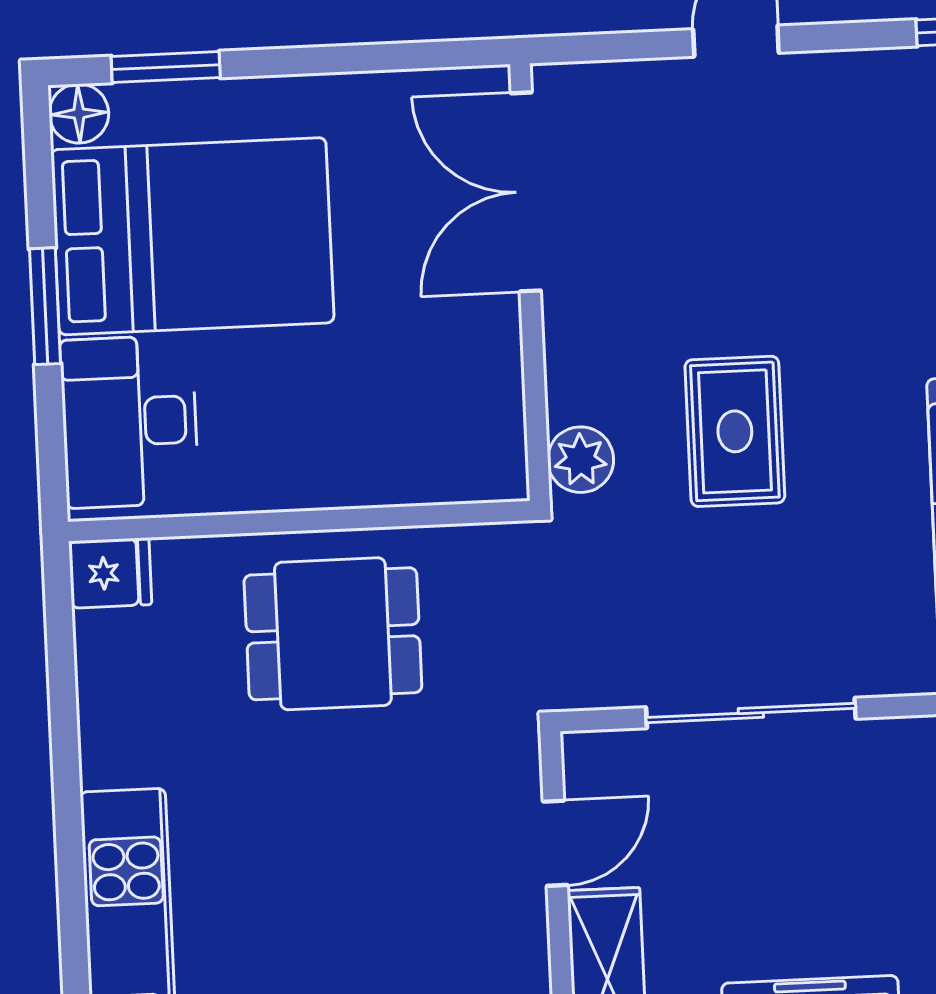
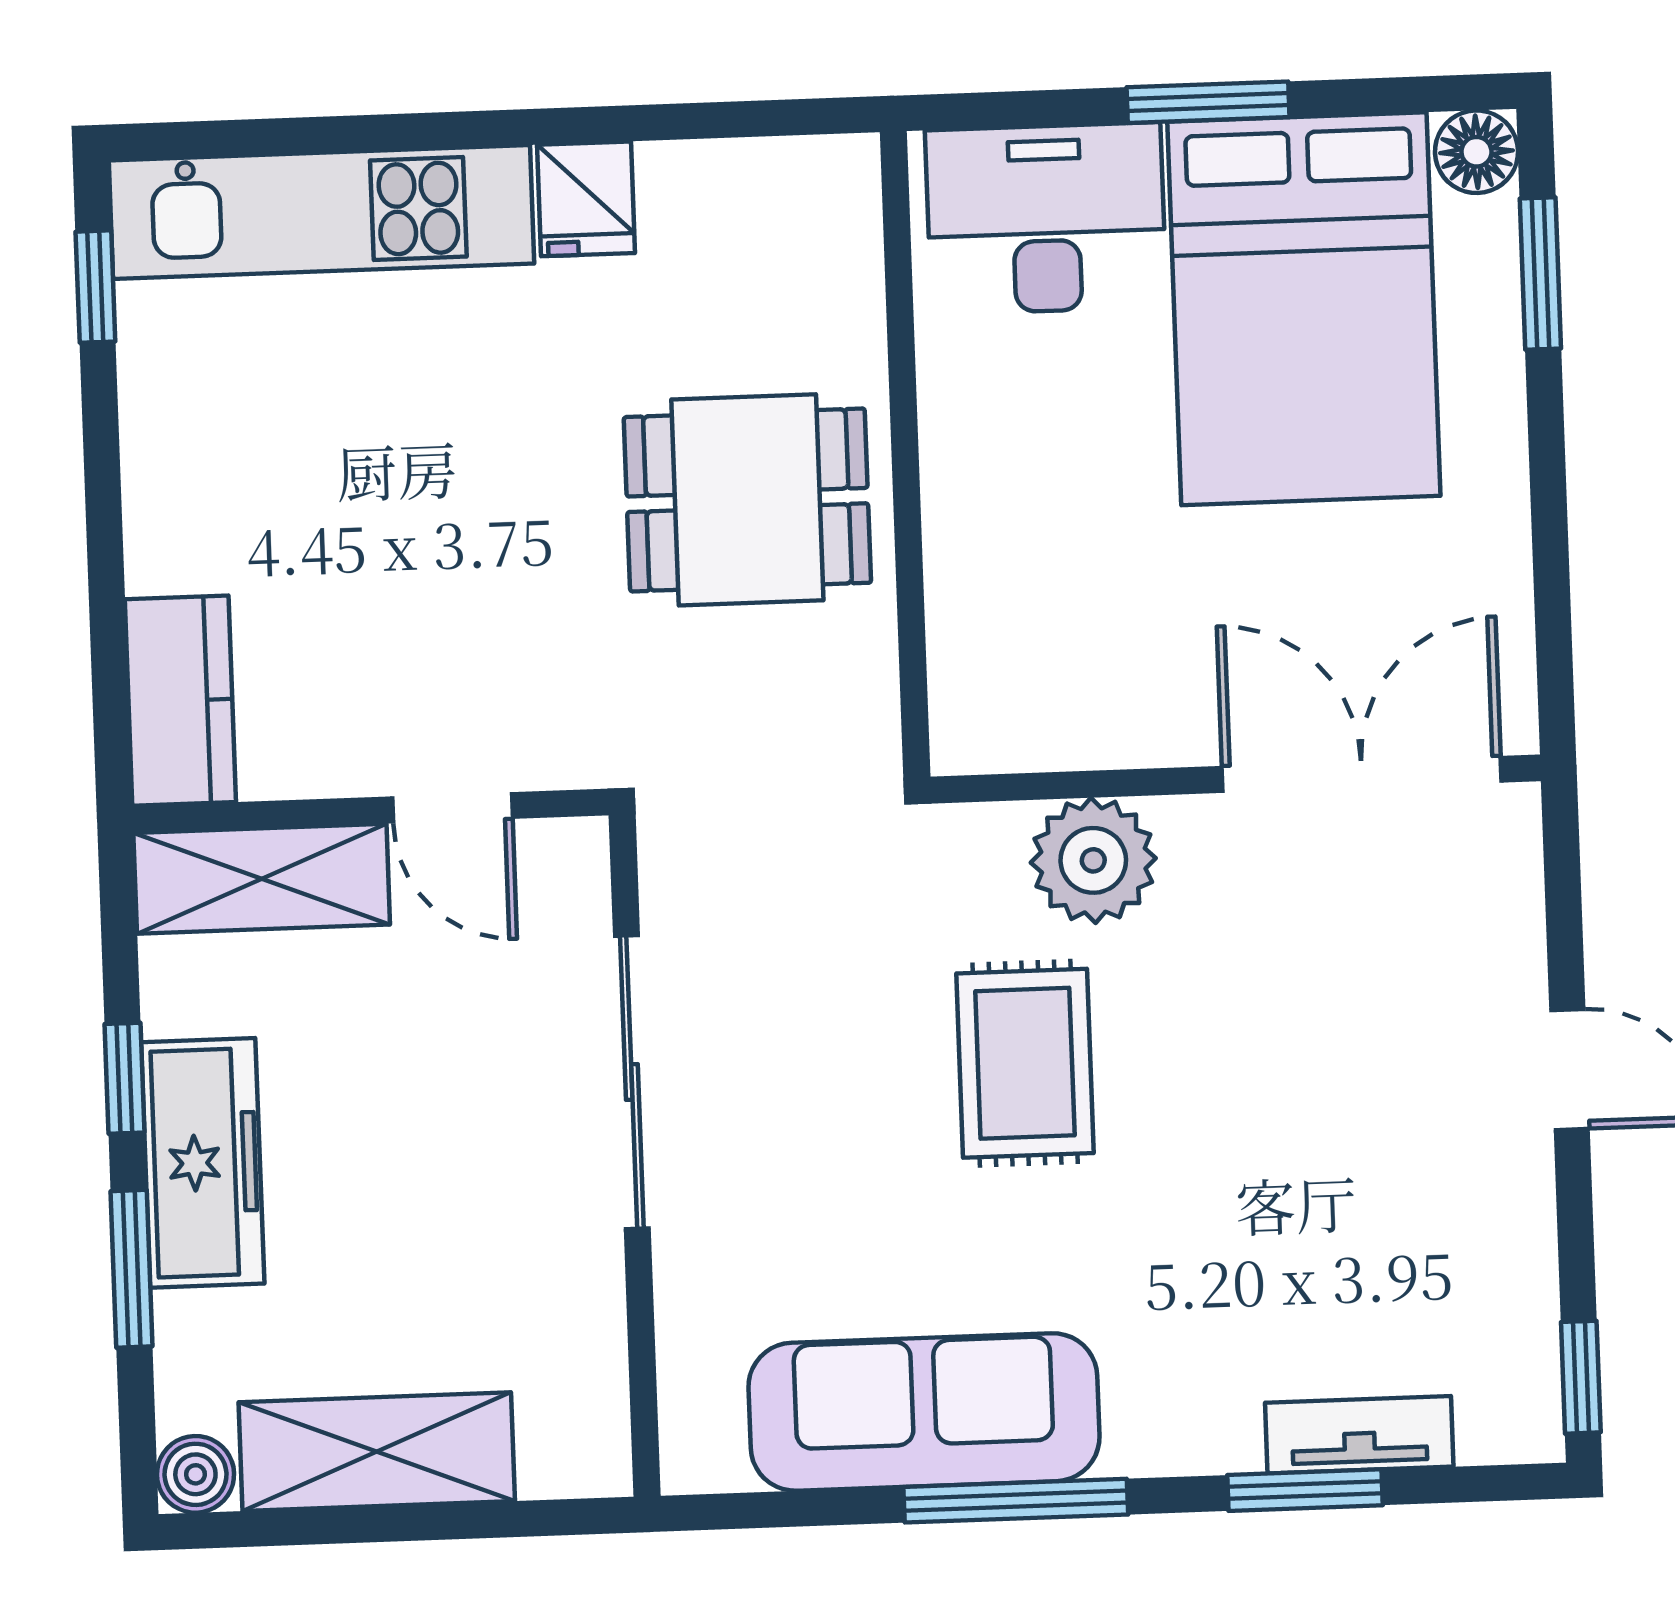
rug: (735, 431) -> (1025, 1063), turned 90
plant: (581, 460) -> (1093, 860), moved, width x1.36, depth x1.36
fridge: (110, 573) -> (586, 199), moved
dining table: (333, 634) -> (747, 500), turned 90

